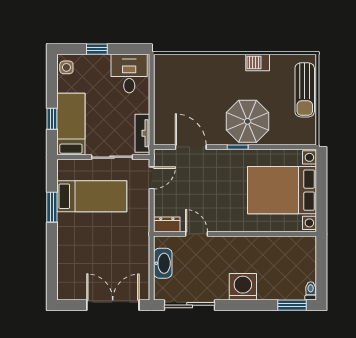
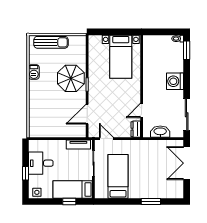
desk: (129, 74) -> (41, 163), moved
bed with nightstands: (282, 190) -> (121, 57), width x0.73
window: (52, 207) -> (151, 201), moved

